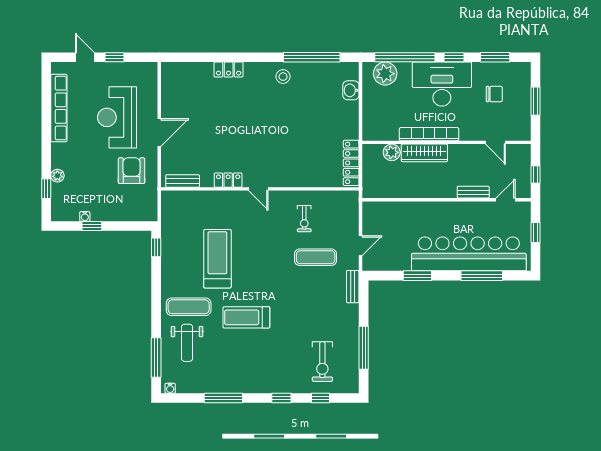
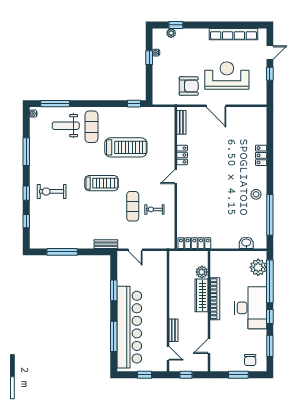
chair: (494, 94) -> (250, 360), moved
plant: (57, 176) -> (171, 33), moved
exercise mat: (316, 257) -> (133, 206), moved
treadmill: (246, 317) -> (102, 183), moved, turned 90
exercise bike: (322, 362) -> (52, 191), moved

